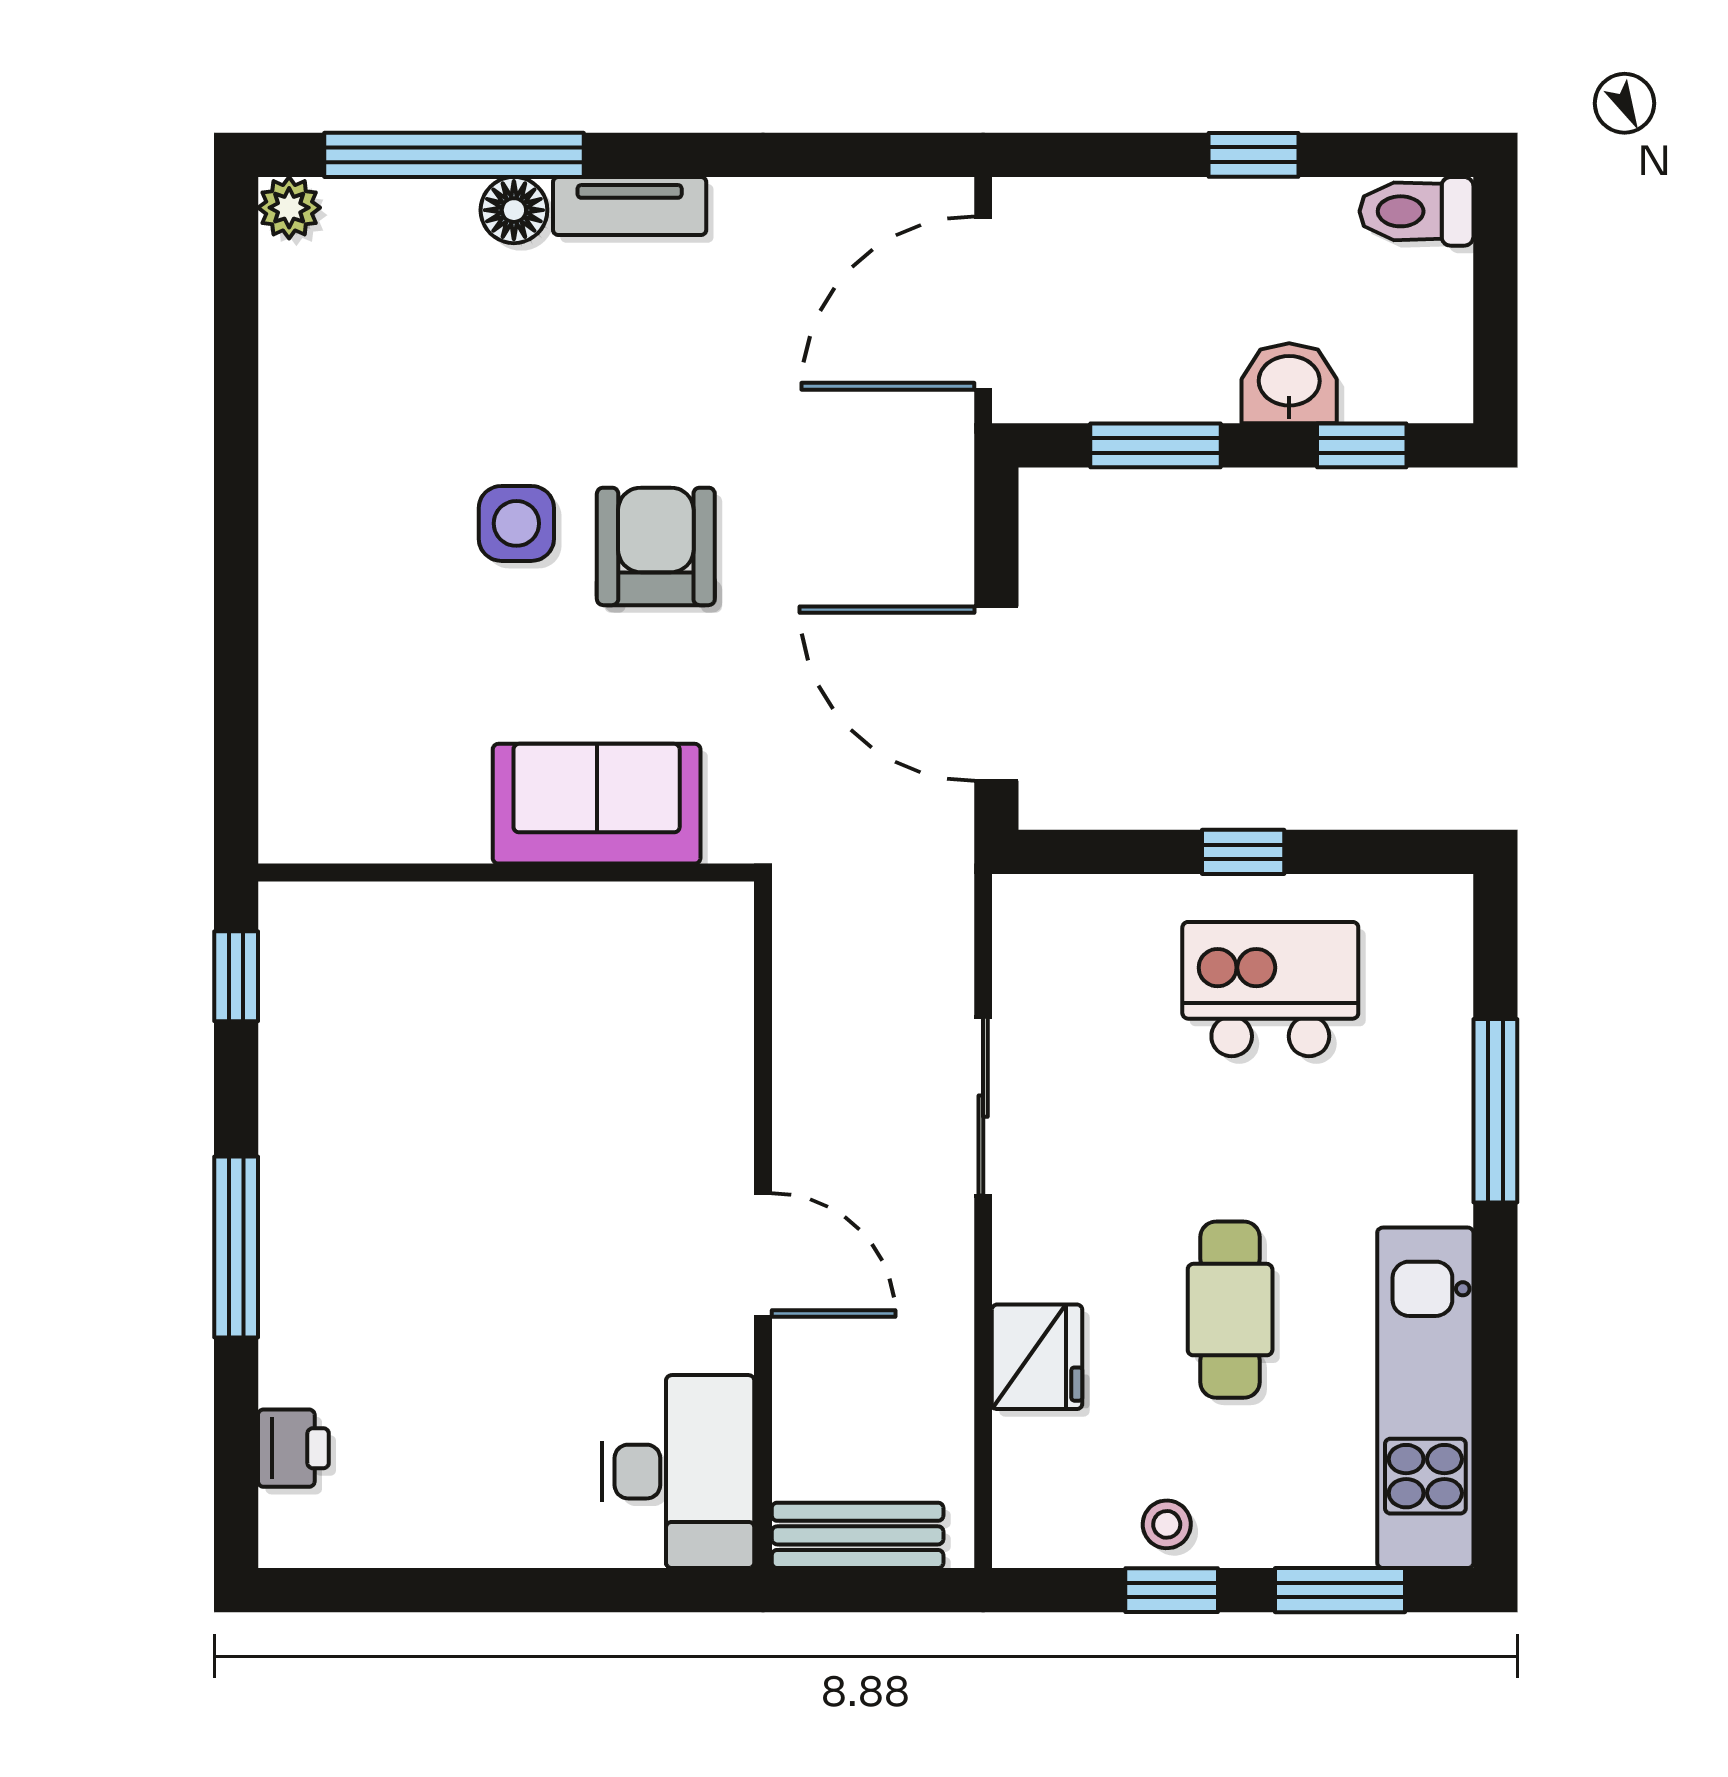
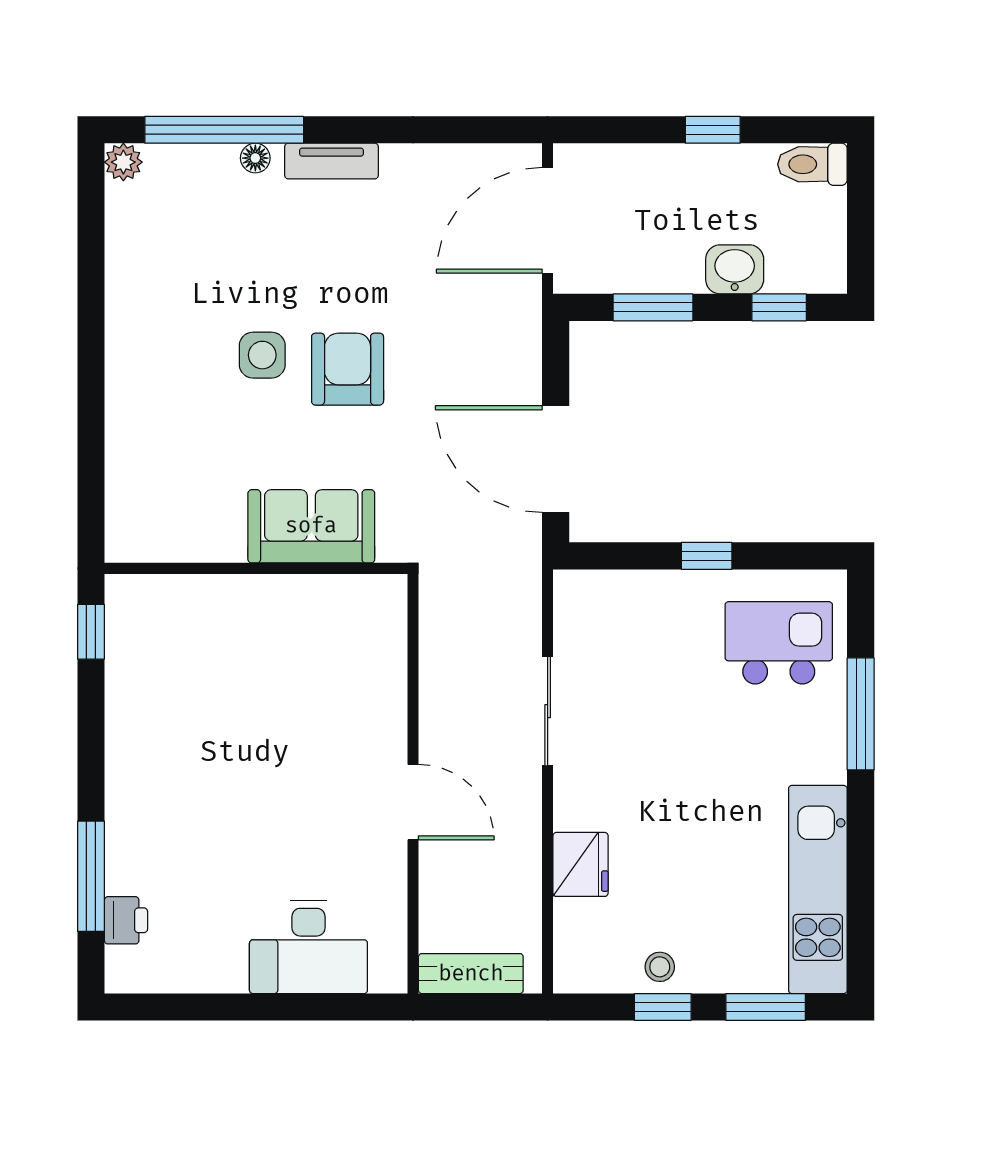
floor lamp: (514, 210) -> (255, 158), width x0.73, depth x0.73
kitchen island: (1270, 989) -> (779, 643), moved
window: (236, 1247) -> (91, 876), moved
cafe table: (1230, 1310) -> (698, 836), removed
desk: (678, 1472) -> (308, 947), moved, turned 90

